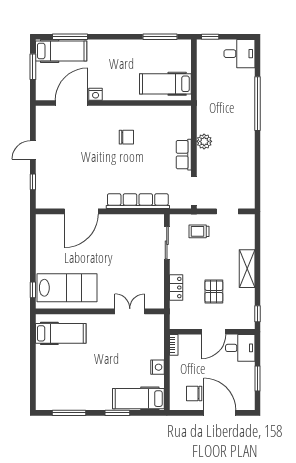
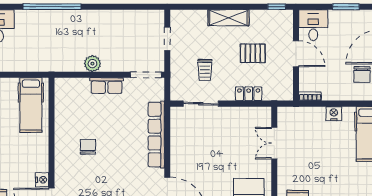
trolley: (199, 231) -> (205, 70), moved

